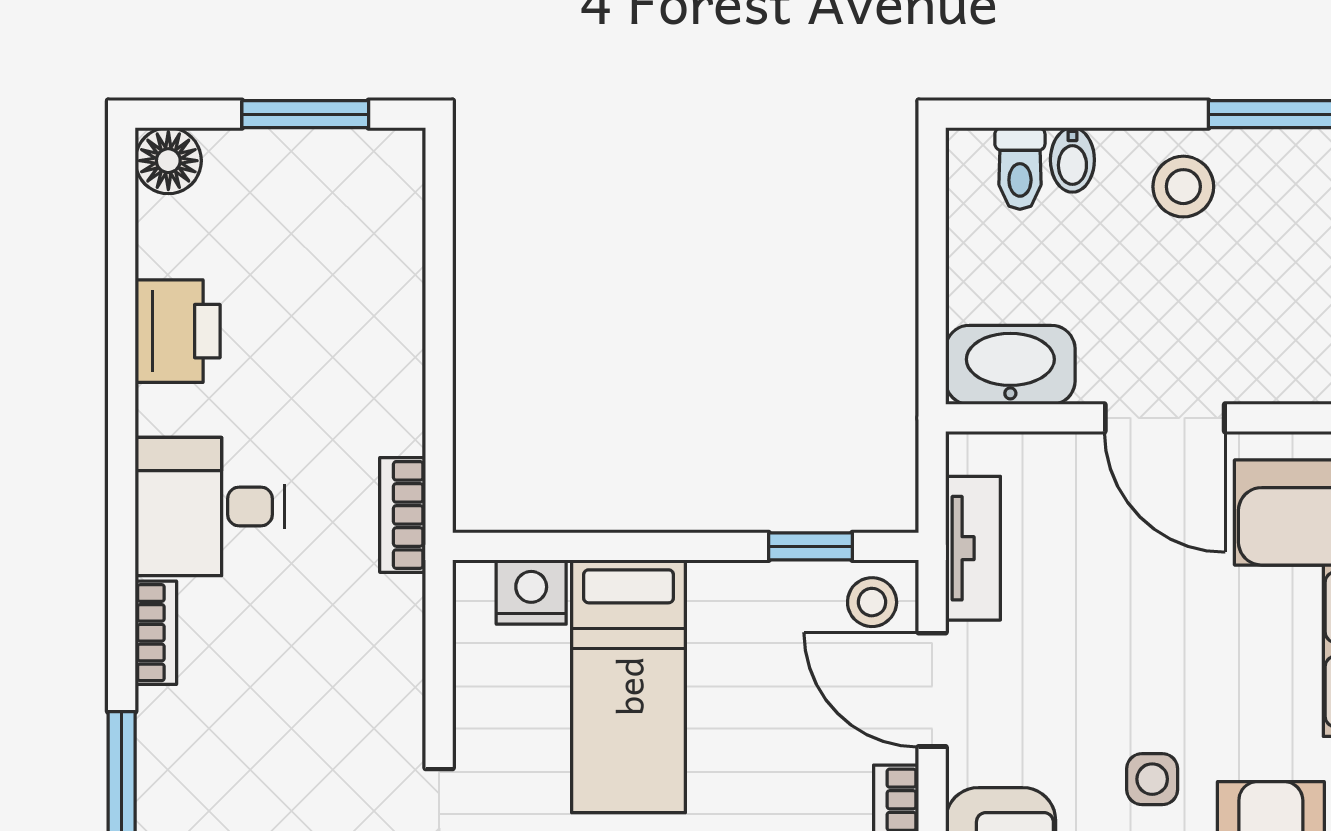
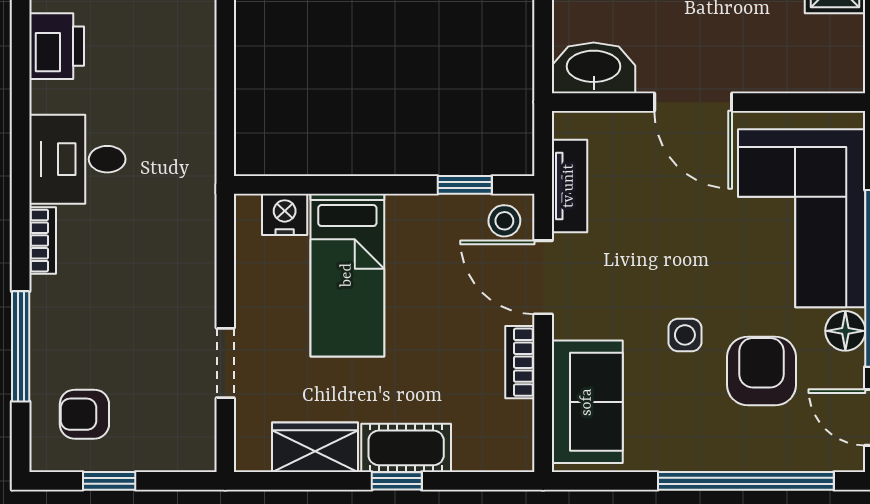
bookcase: (403, 515) -> (202, 165), removed

